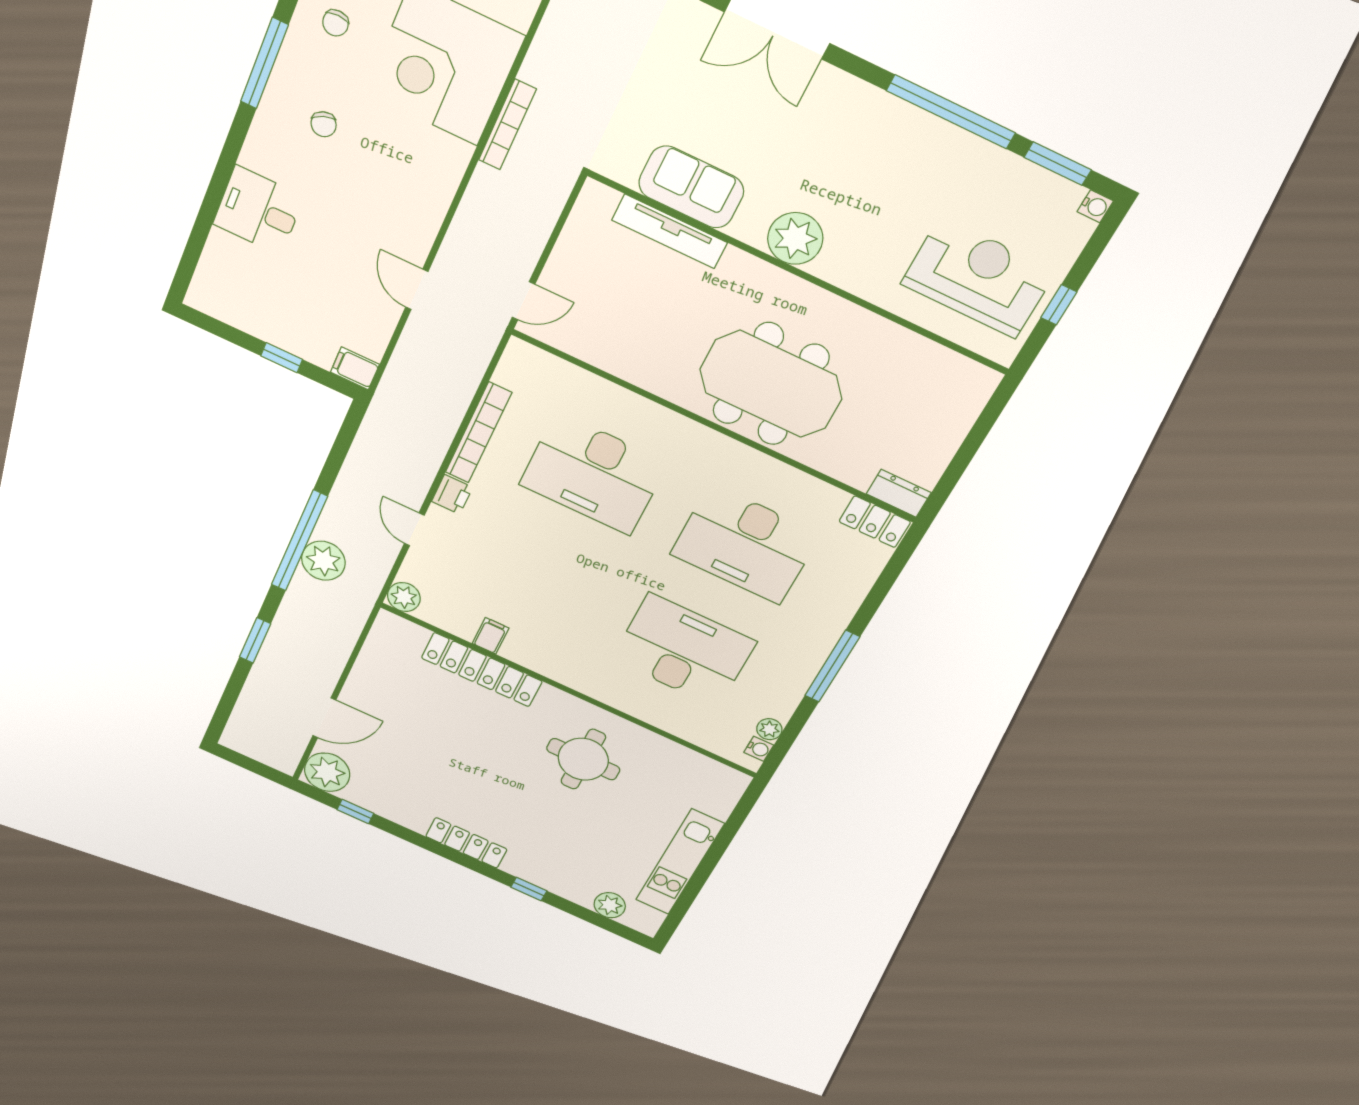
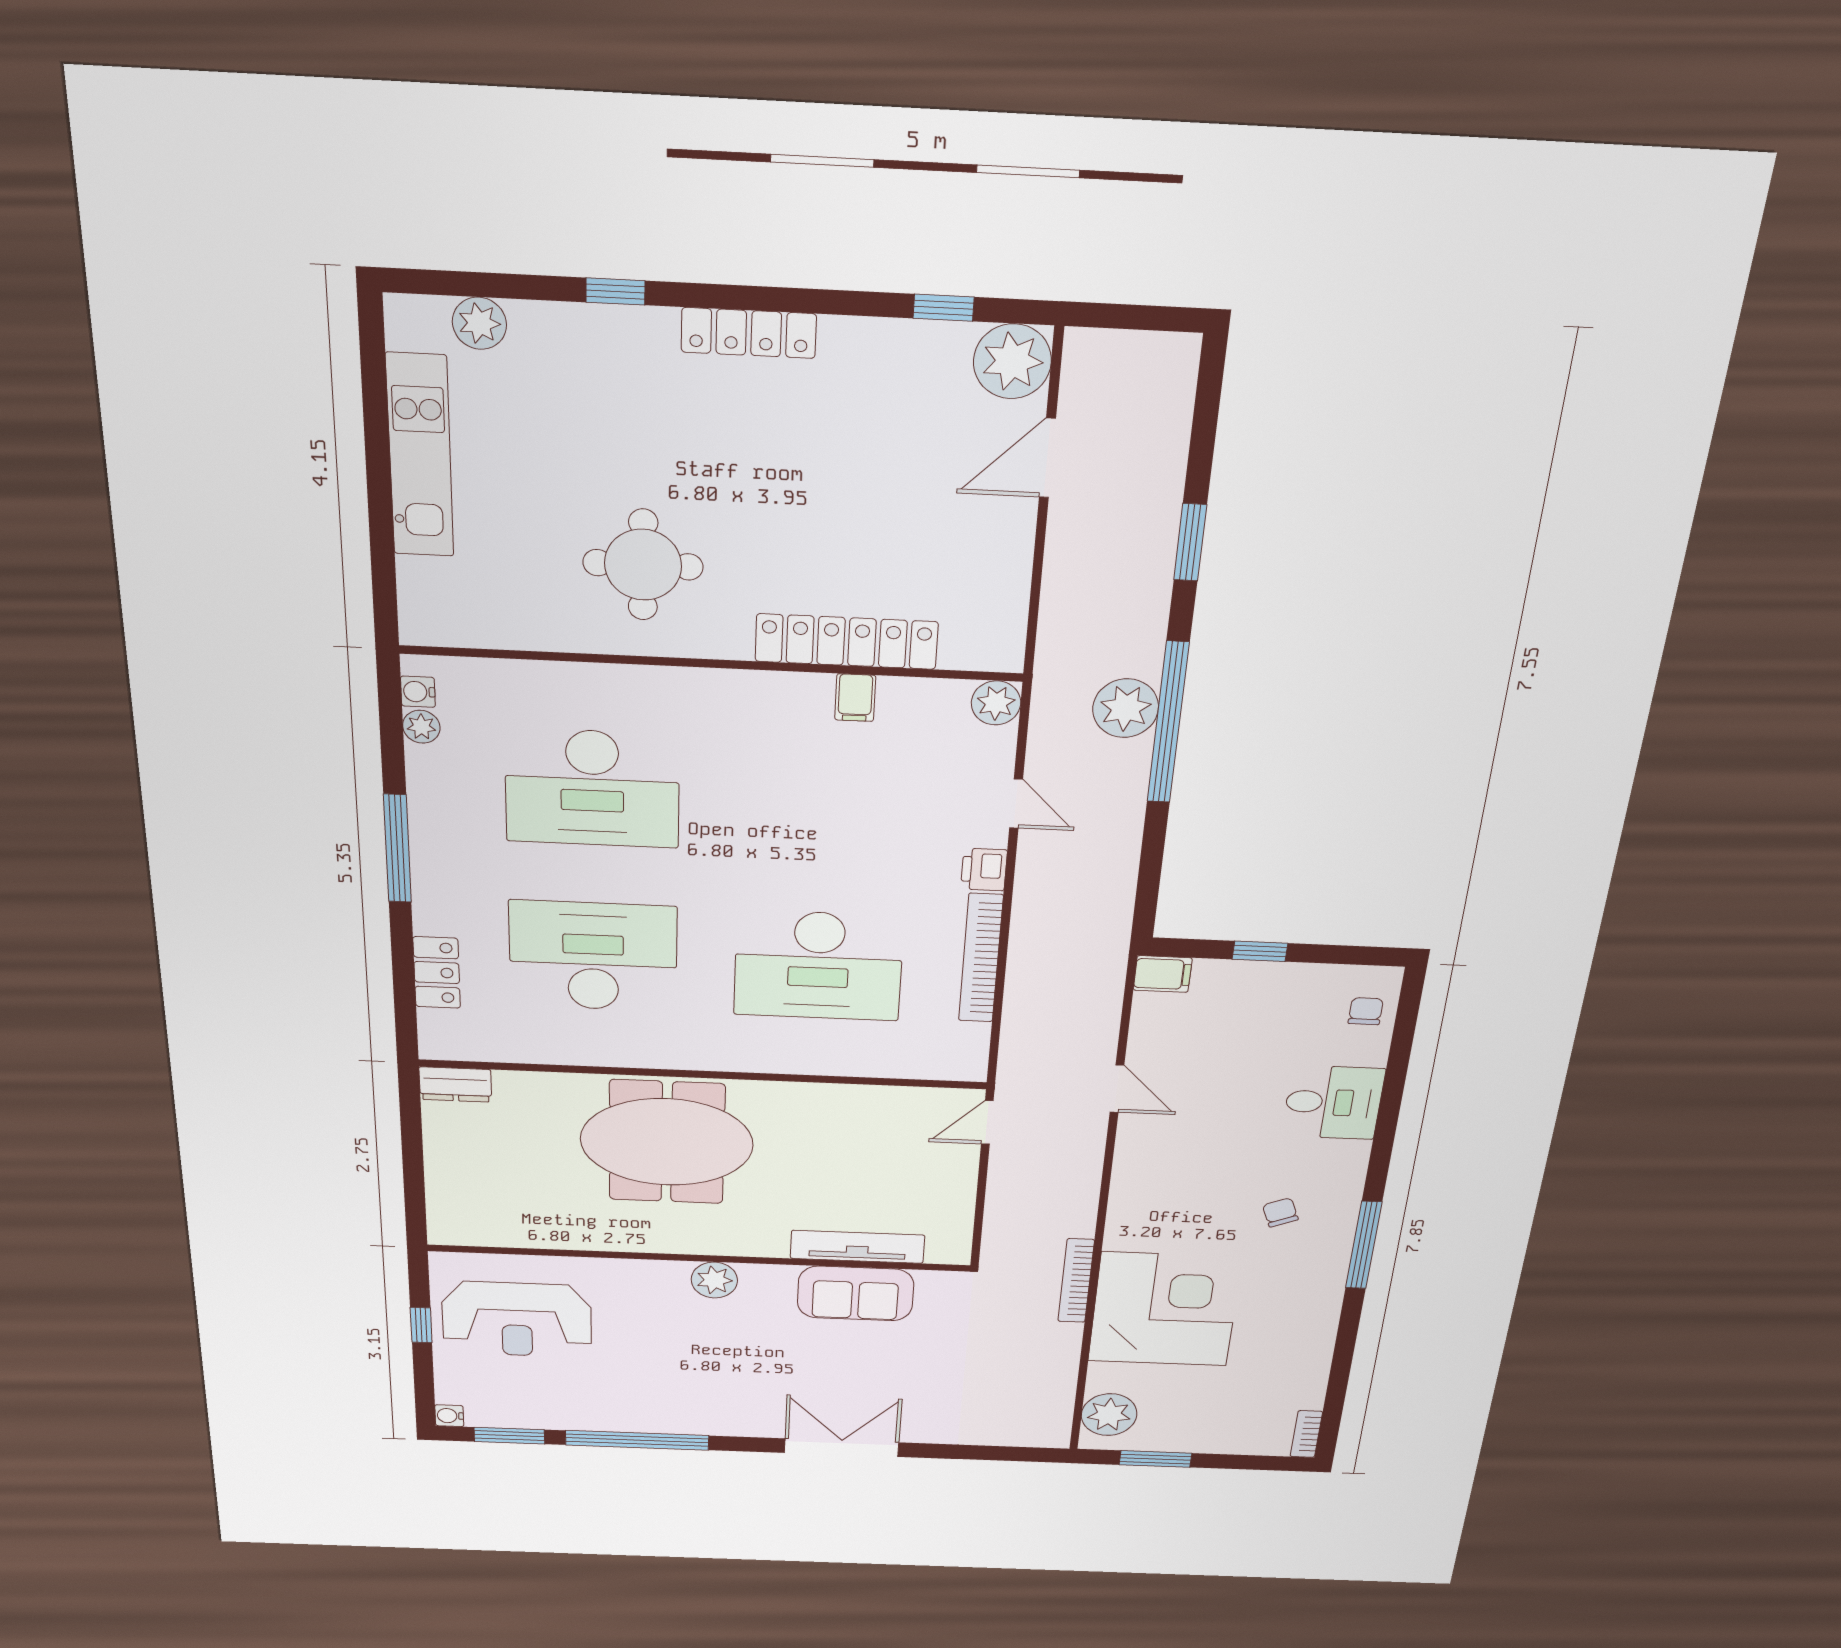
chair: (335, 23) -> (1366, 1011), moved
plant: (795, 239) -> (714, 1280), width x0.73, depth x0.73
desk: (593, 474) -> (818, 966), turned 180
locker: (875, 522) -> (437, 973), moved, turned 90

